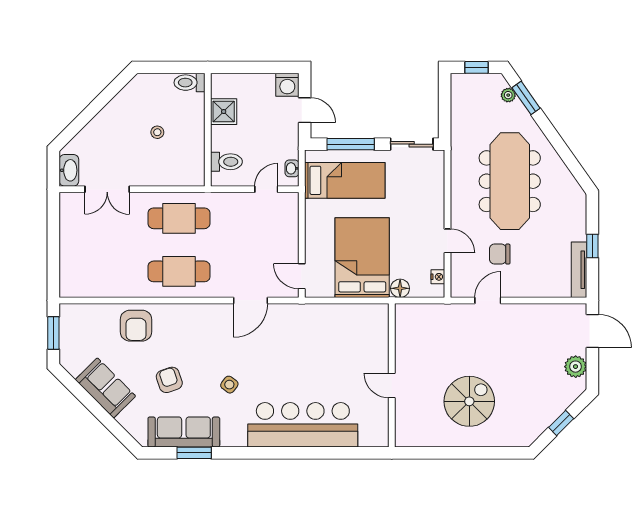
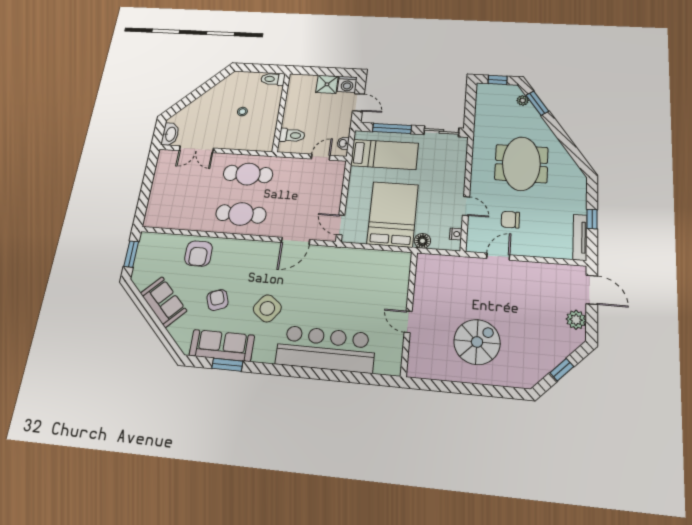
shower: (224, 112) -> (327, 84), moved
meeting table: (510, 181) -> (521, 164), width x0.73
side table: (229, 385) -> (267, 308), width x1.87, depth x1.87

